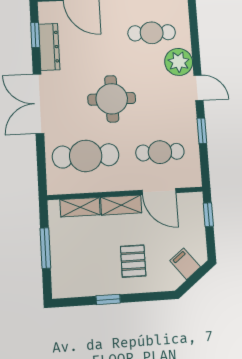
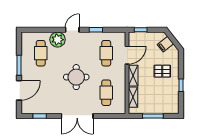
dresser: (49, 47) -> (46, 109), removed
cafe table: (86, 156) -> (106, 93), width x0.73, depth x0.74

